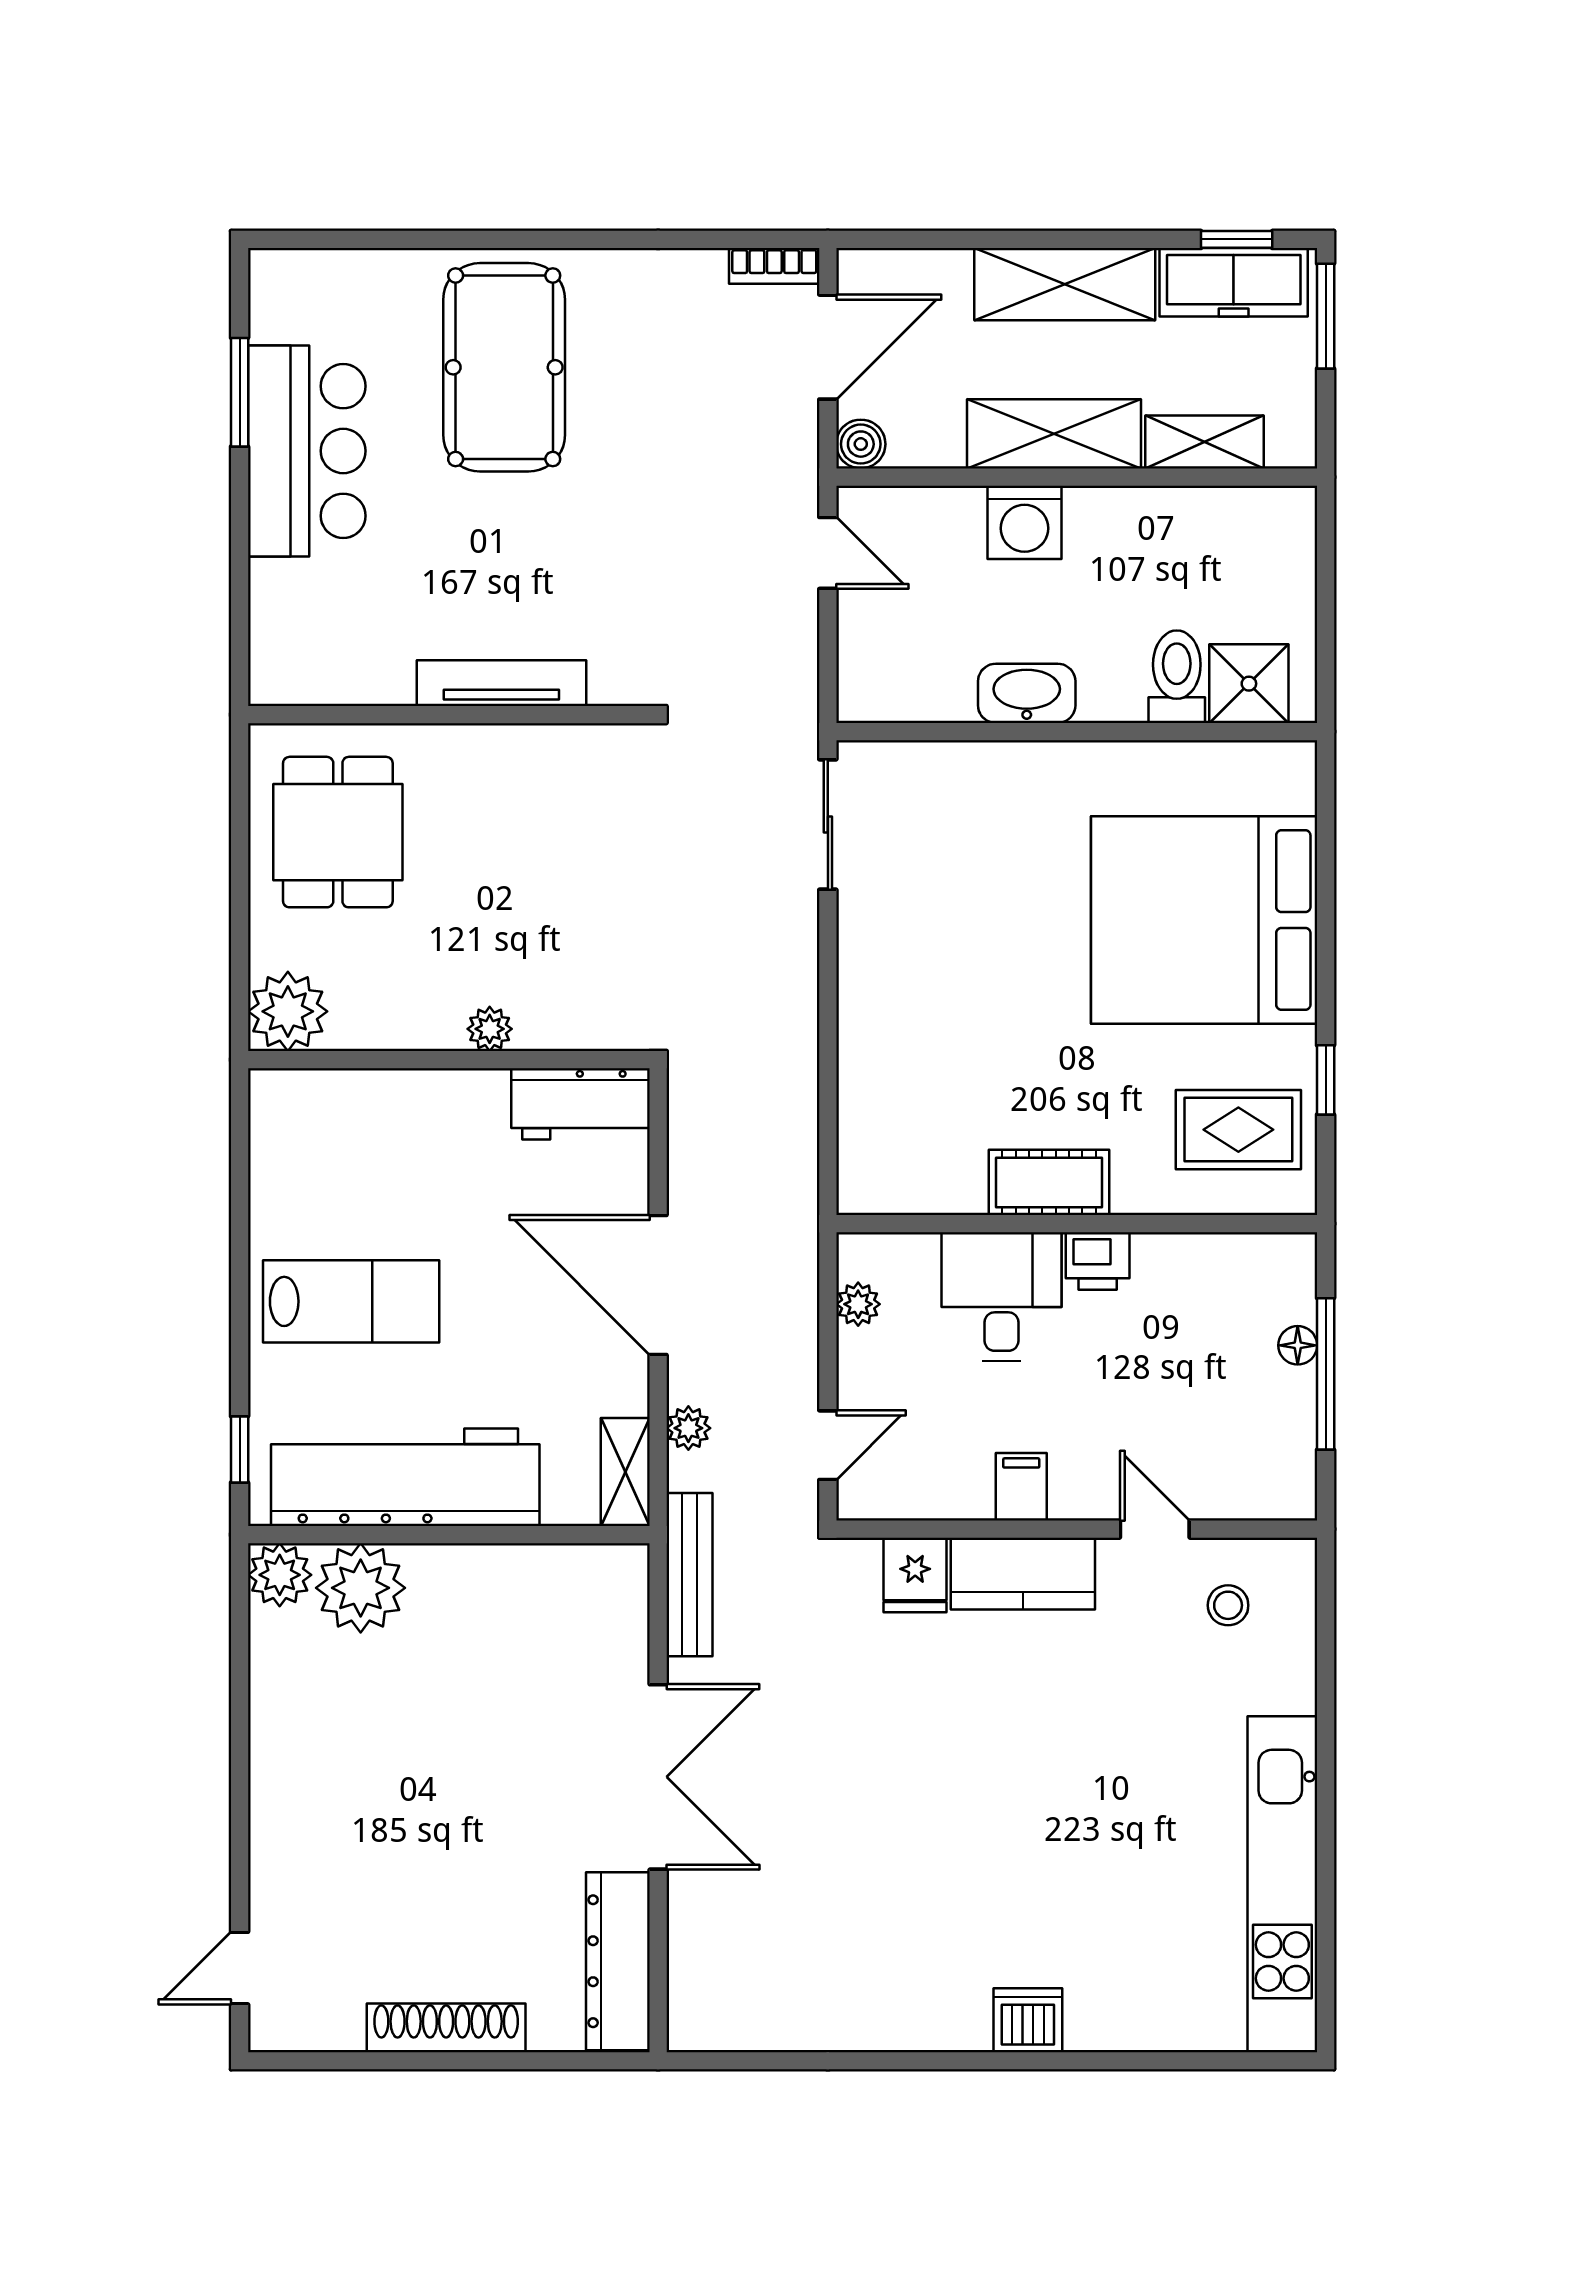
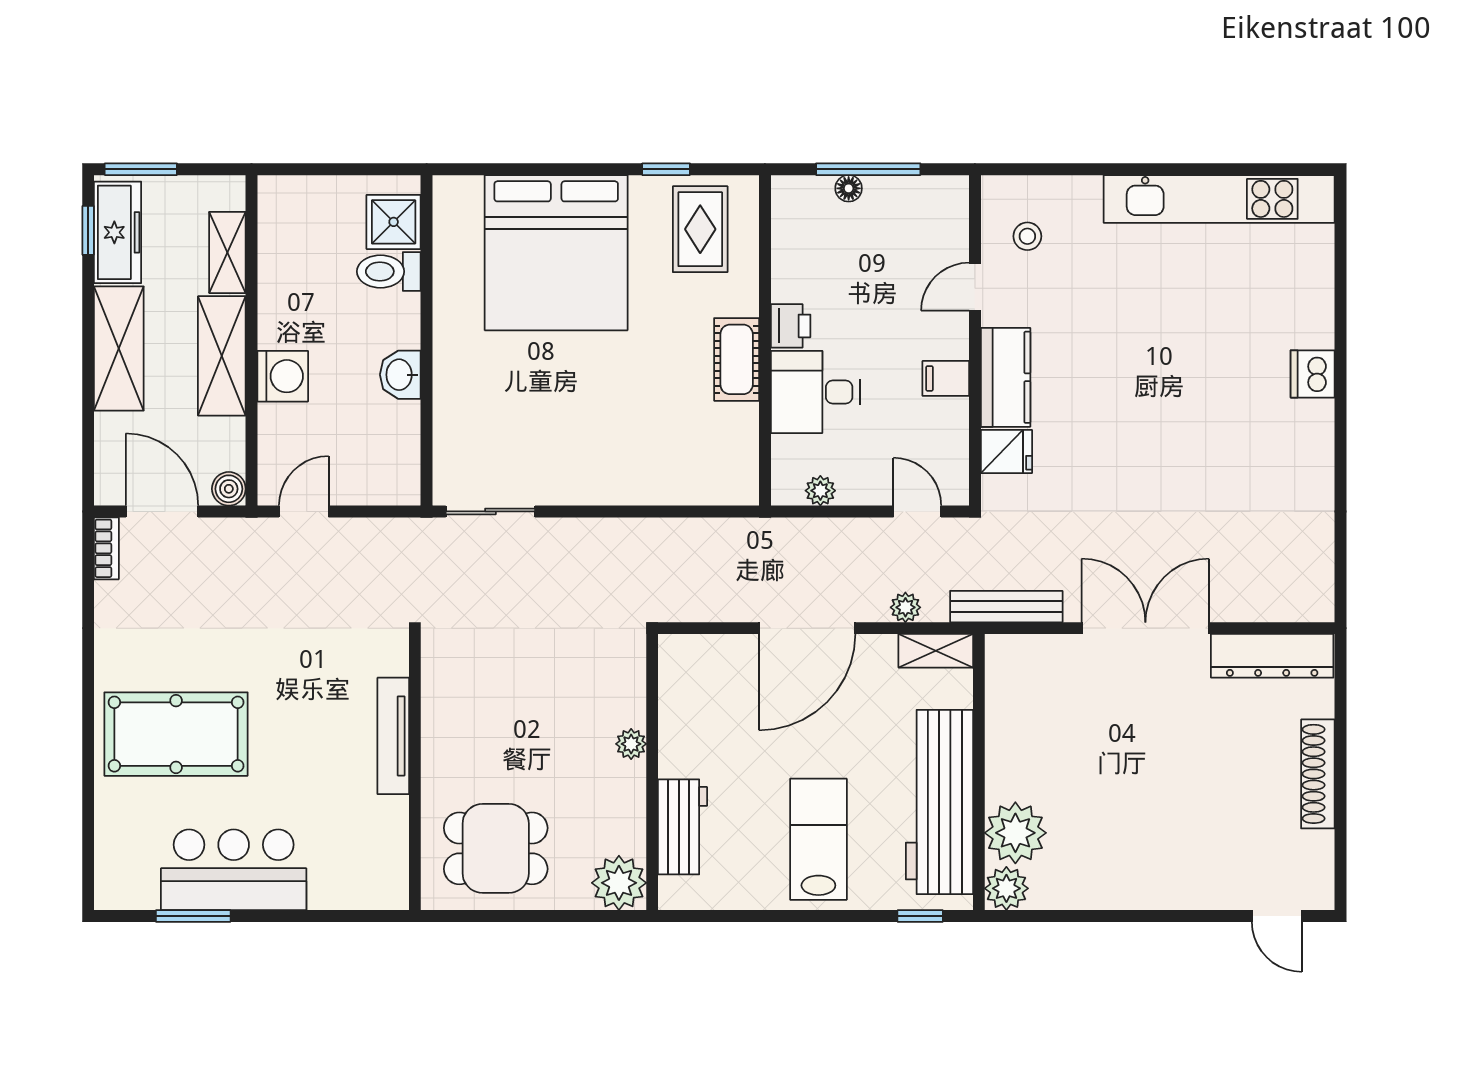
washbasin: (1027, 693) -> (400, 375), width x0.72
workbench: (580, 1104) -> (683, 827), moved

